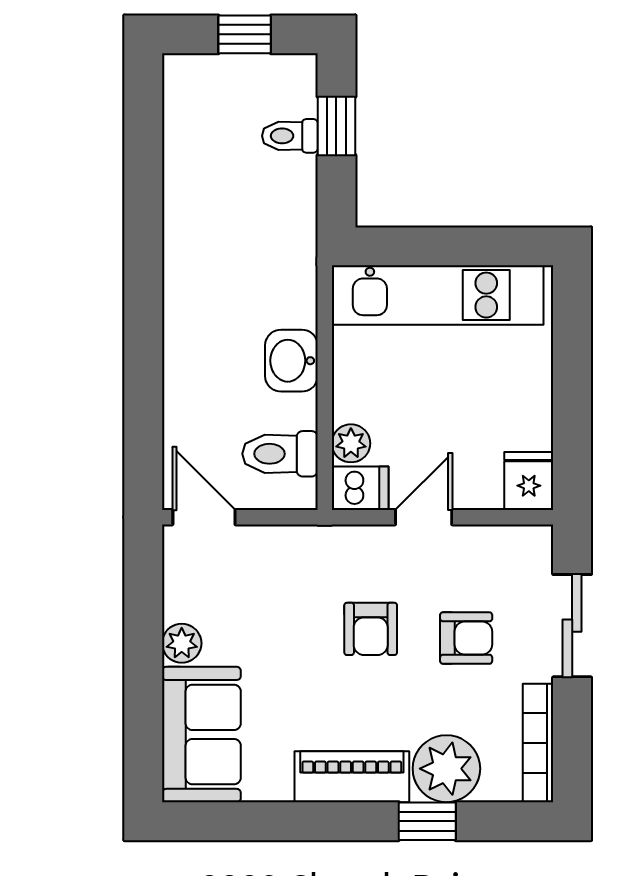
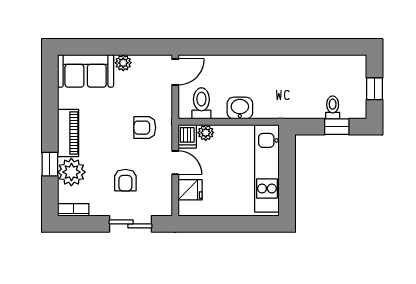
fridge: (529, 481) -> (190, 190), moved
armchair: (371, 629) -> (145, 128), moved
bookcase: (538, 743) -> (73, 210), width x0.64

